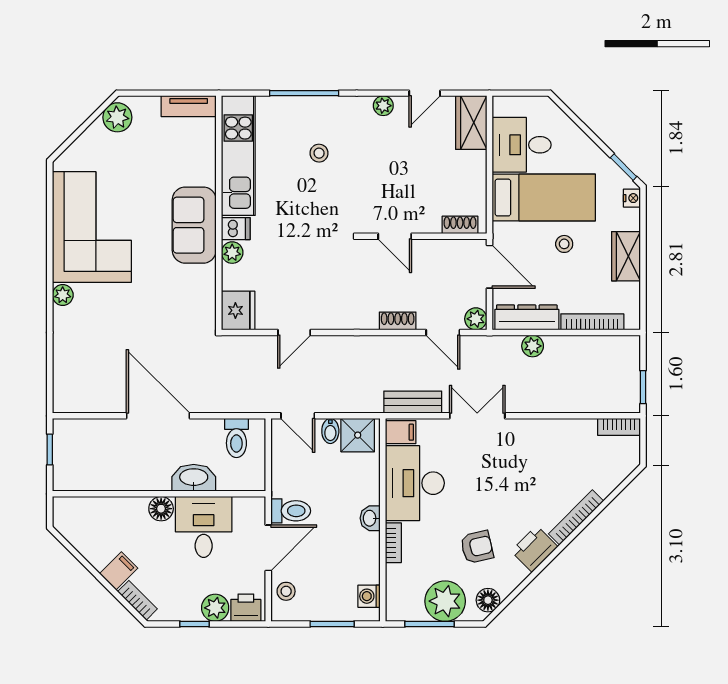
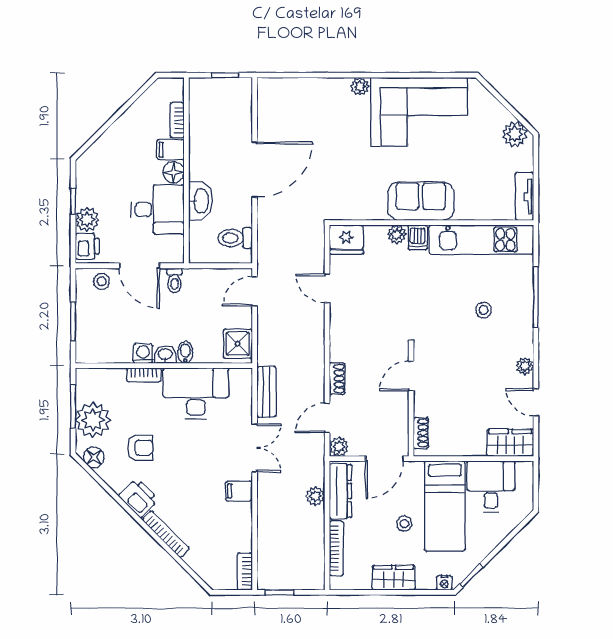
bidet: (330, 431) -> (185, 352), moved, turned 90
filing cabinet: (401, 432) -> (239, 491), moved, turned 90
toilet: (291, 511) -> (174, 280), width x0.73, depth x0.72
armchair: (477, 547) -> (140, 448), turned -77
filing cabinet: (119, 571) -> (171, 150), moved, turned 135
washing machine: (369, 596) -> (143, 354), moved
bookcase: (137, 600) -> (177, 120), moved, turned 135

